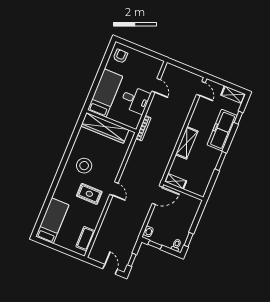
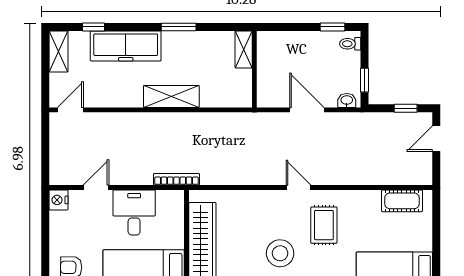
nightstand: (157, 64) -> (59, 200), added
shelving: (176, 181) -> (244, 49), moved
door: (114, 189) -> (298, 187), hinge flipped
door: (157, 195) -> (307, 110), moved

